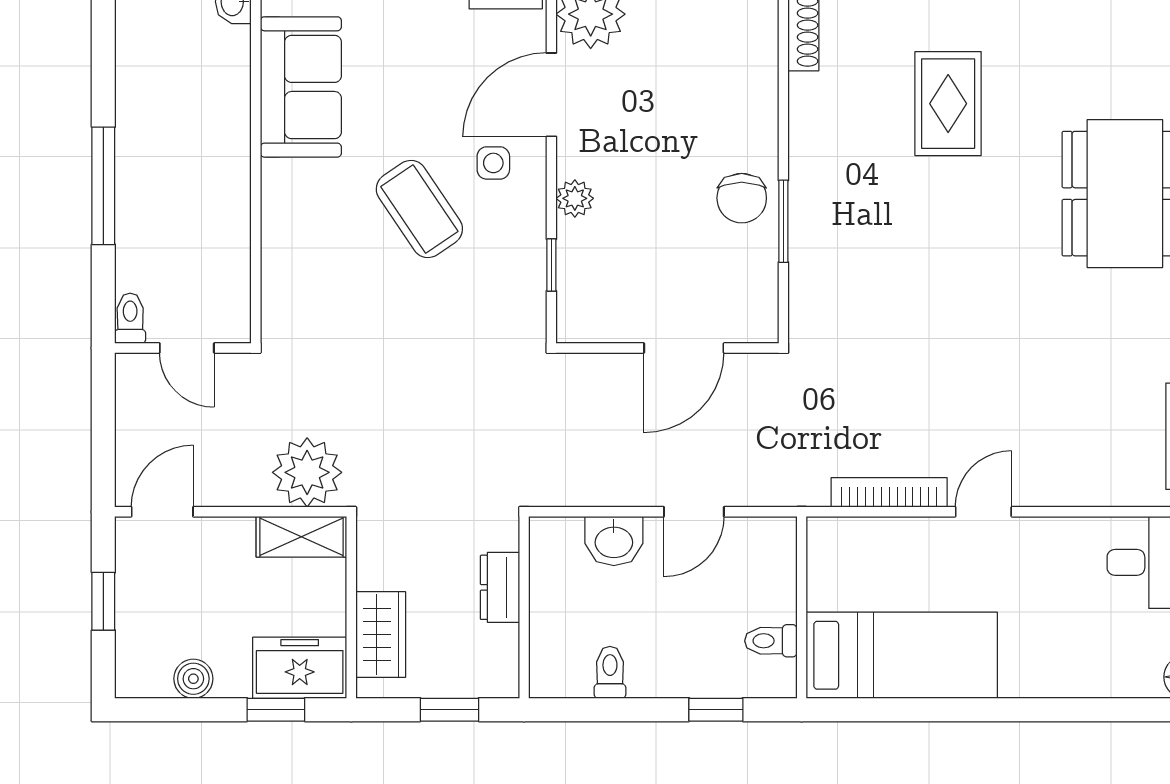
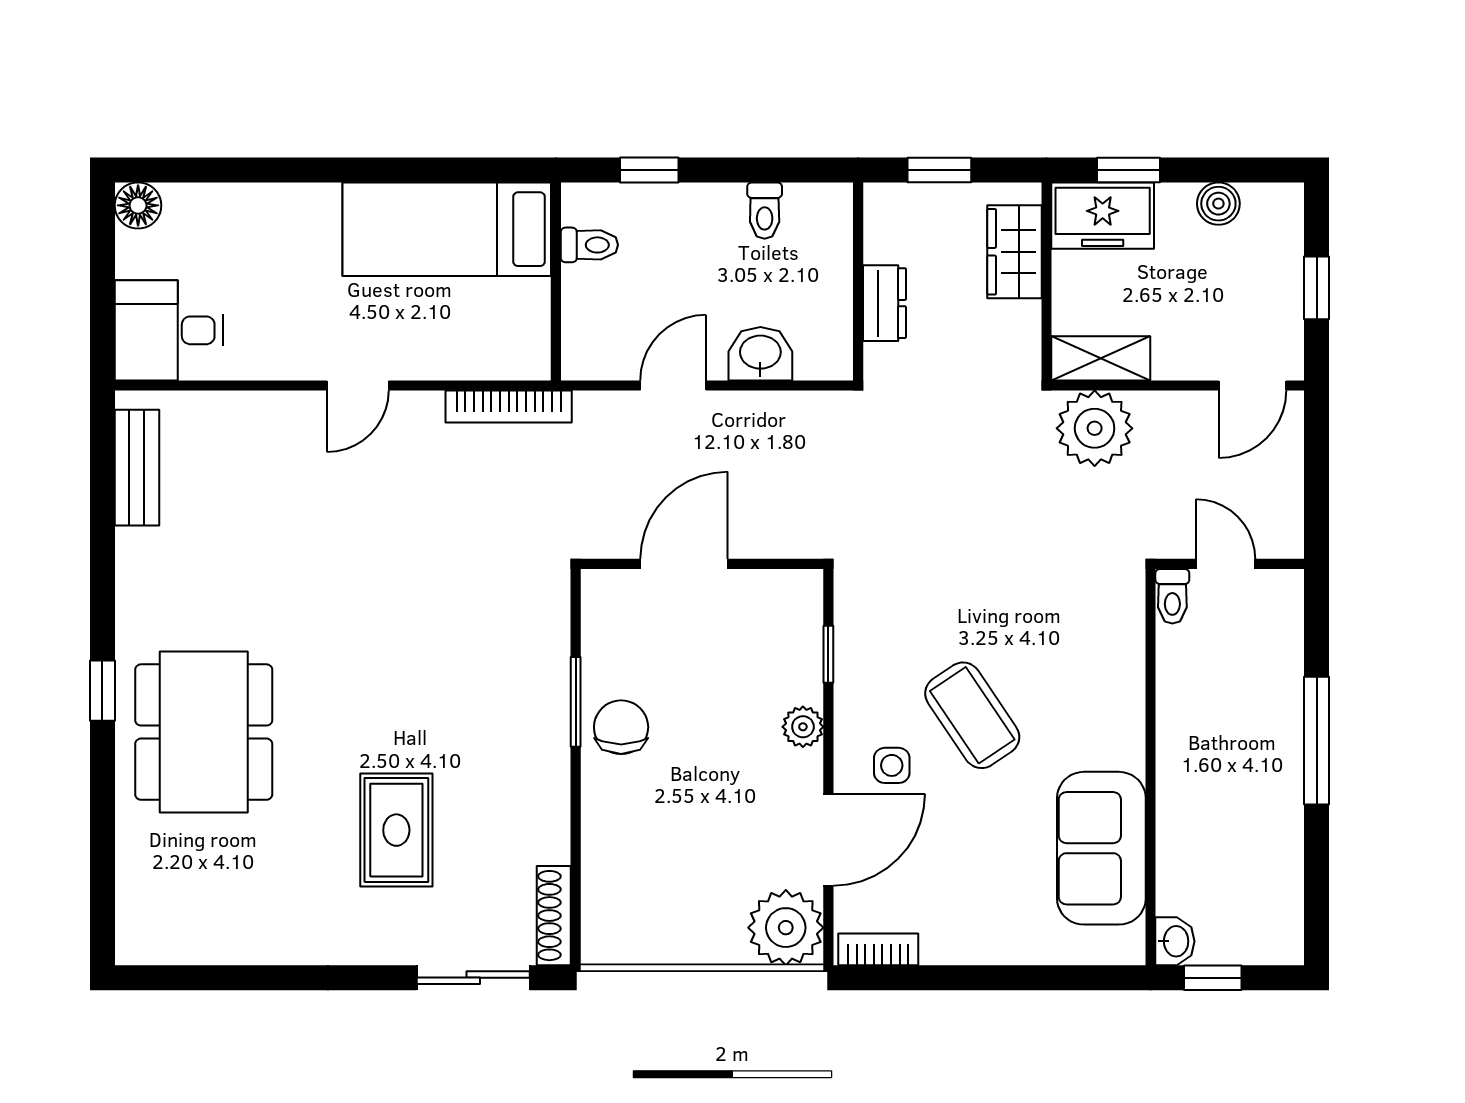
toilet: (130, 318) -> (1172, 596), moved
bookcase: (889, 492) -> (509, 407), moved

